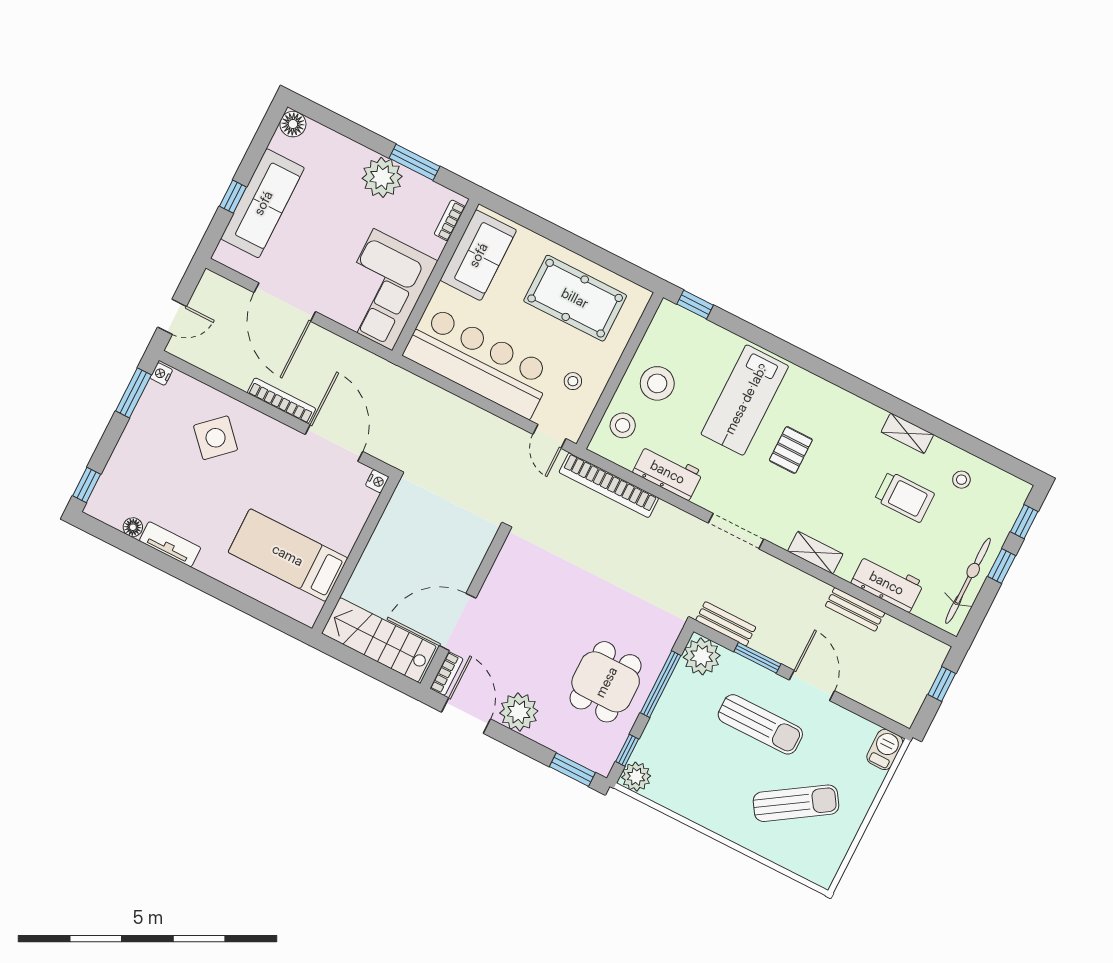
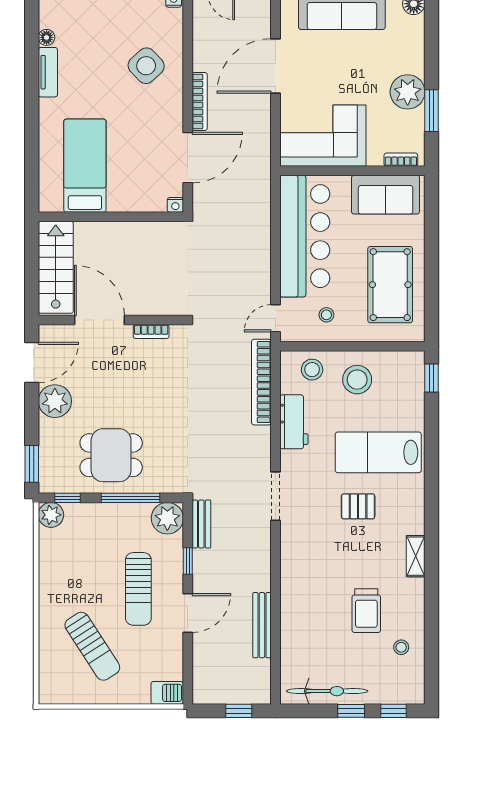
shelving: (907, 433) -> (416, 556), moved
shelving: (815, 553) -> (290, 565), removed
workbench: (887, 583) -> (294, 631), removed
bench: (855, 609) -> (262, 625), width x1.36
window: (757, 658) -> (188, 561), width x0.67
bookcase: (446, 674) -> (151, 331), moved

